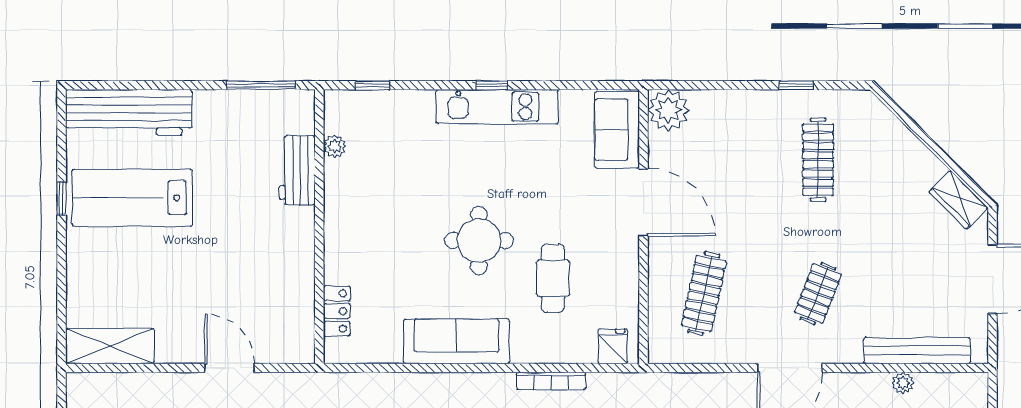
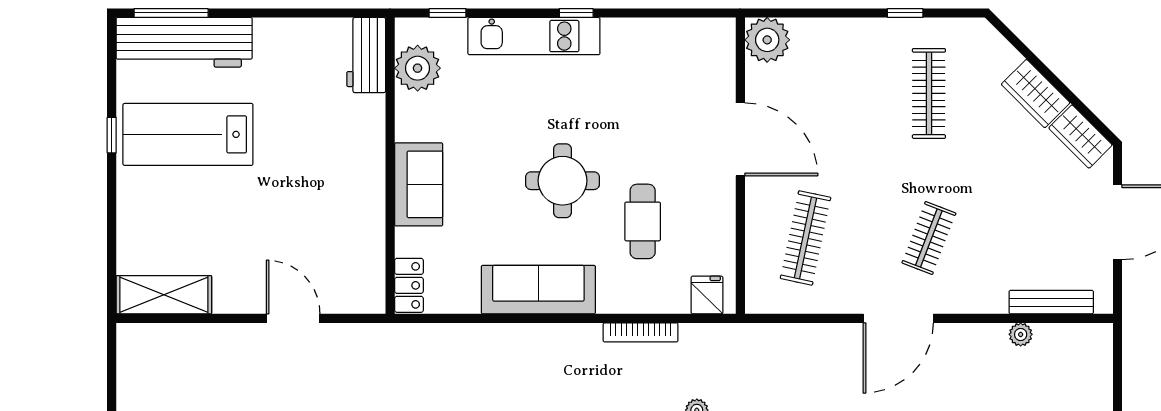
window: (261, 85) -> (171, 13), moved
kitchen unit: (497, 107) -> (534, 36), moved
sofa: (617, 130) -> (419, 184), moved, turned 180
plant: (335, 146) -> (418, 68), width x1.88, depth x1.88
wardrobe: (917, 160) -> (1036, 94), added
workbench: (297, 170) -> (366, 55), moved
locker: (337, 311) -> (409, 285), moved
bench: (917, 351) -> (1051, 302), width x0.73, depth x0.82

